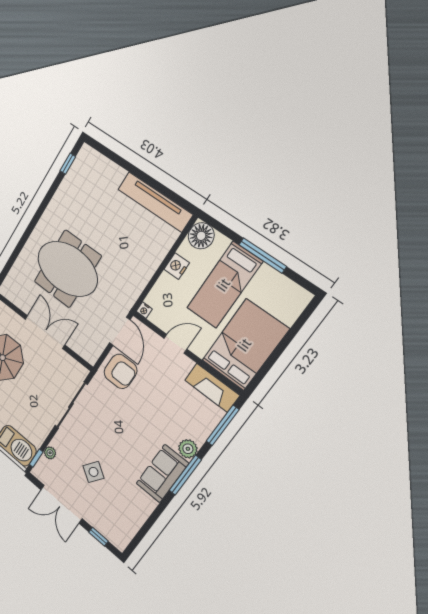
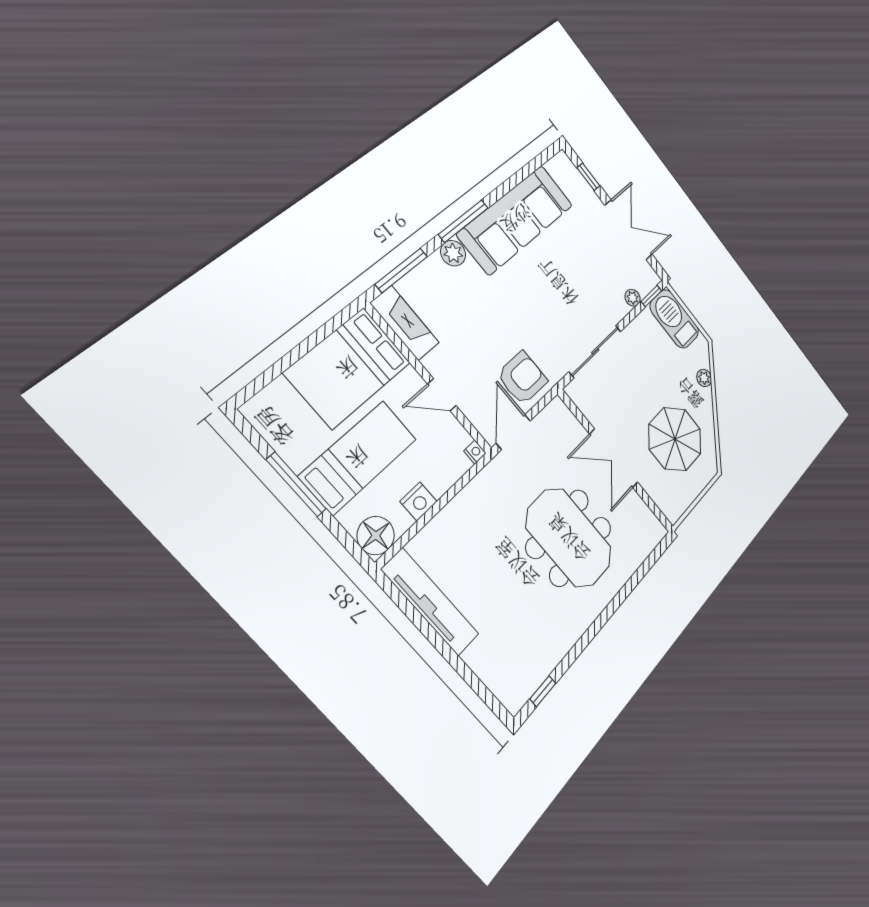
armchair: (120, 371) -> (522, 378), turned 90
side table: (93, 472) -> (581, 258), removed
sofa: (162, 474) -> (516, 219), width x1.85, depth x1.27

